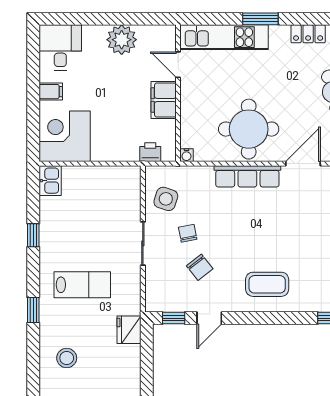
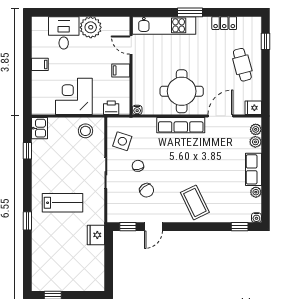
desk: (60, 48) -> (64, 33), moved
filing cabinet: (164, 100) -> (121, 70), width x0.50
corner desk: (65, 136) -> (74, 96), moved
window: (33, 235) -> (27, 151), moved
coffee table: (267, 284) -> (195, 202), turned 64
stool: (67, 358) -> (85, 131), moved

